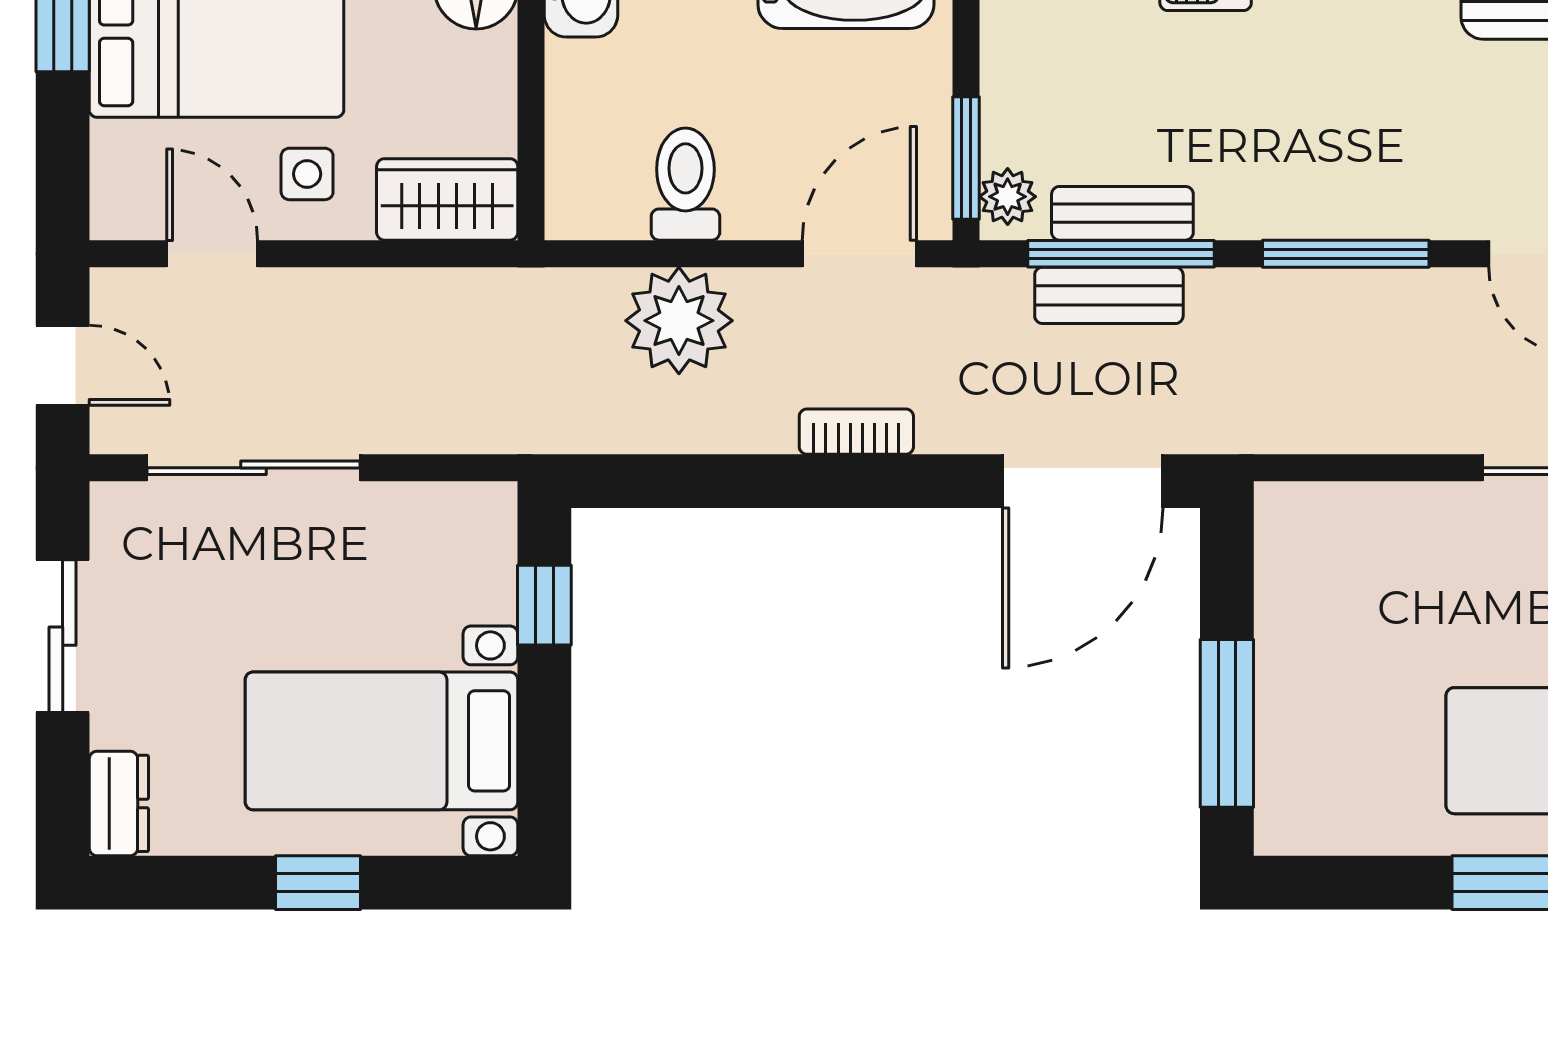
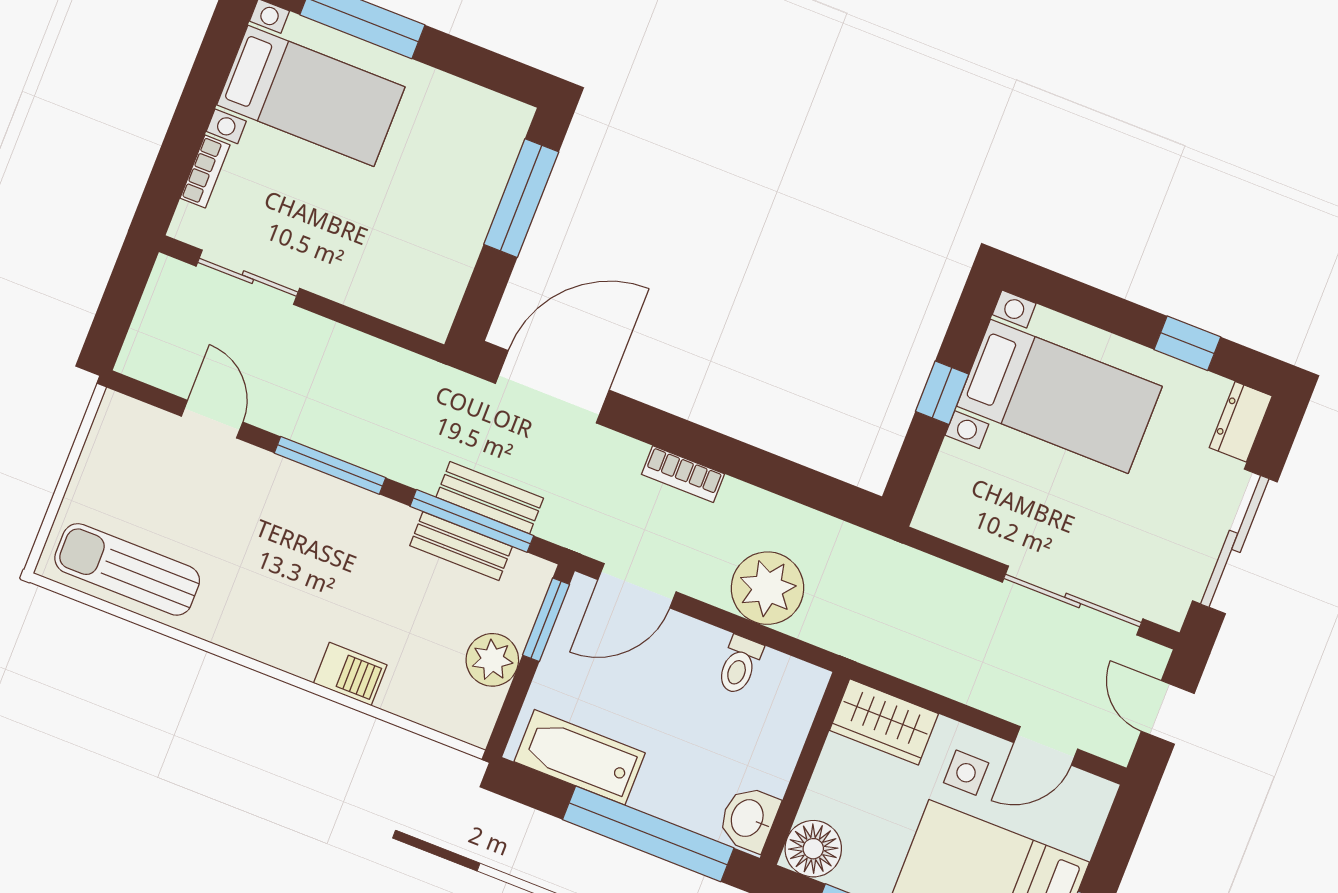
toilet: (685, 184) -> (739, 665), width x0.73, depth x0.72
plant: (1008, 197) -> (492, 660), moved, width x1.38, depth x1.38
door: (212, 254) -> (1046, 746), hinge flipped
window: (544, 605) -> (942, 393), moved
sliding door: (63, 636) -> (1235, 541), width x1.37
window: (318, 883) -> (1187, 343), moved

